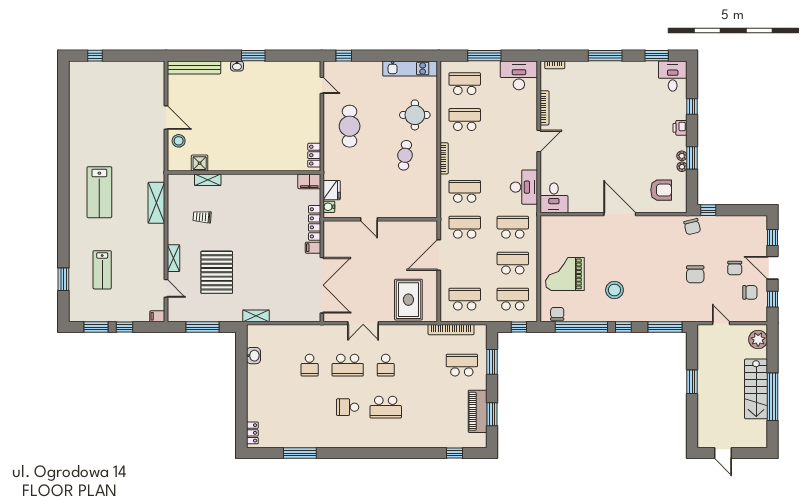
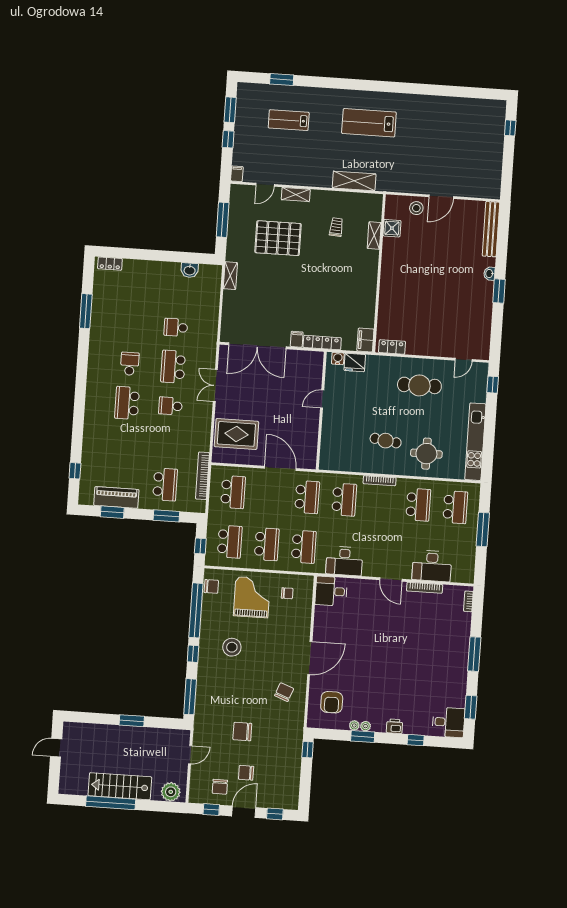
kitchen unit: (410, 69) -> (475, 442), width x1.36
desk: (519, 75) -> (432, 566), moved, turned 90
chair: (692, 227) -> (284, 692), moved, turned 125
chair: (559, 240) -> (287, 593), added

